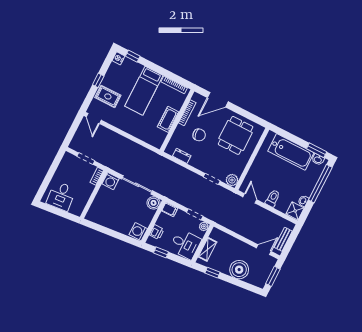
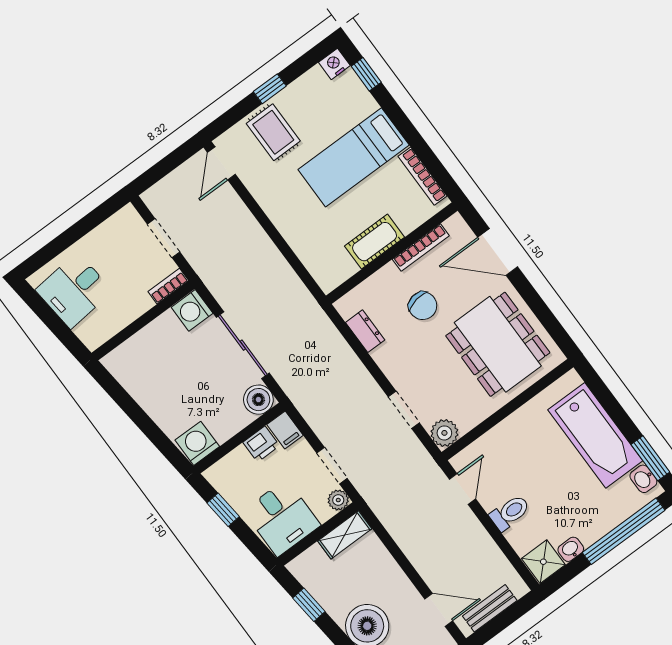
dining table: (236, 135) -> (498, 344), width x1.38
printer: (157, 232) -> (261, 444), moved
shelving: (207, 249) -> (345, 535), moved

